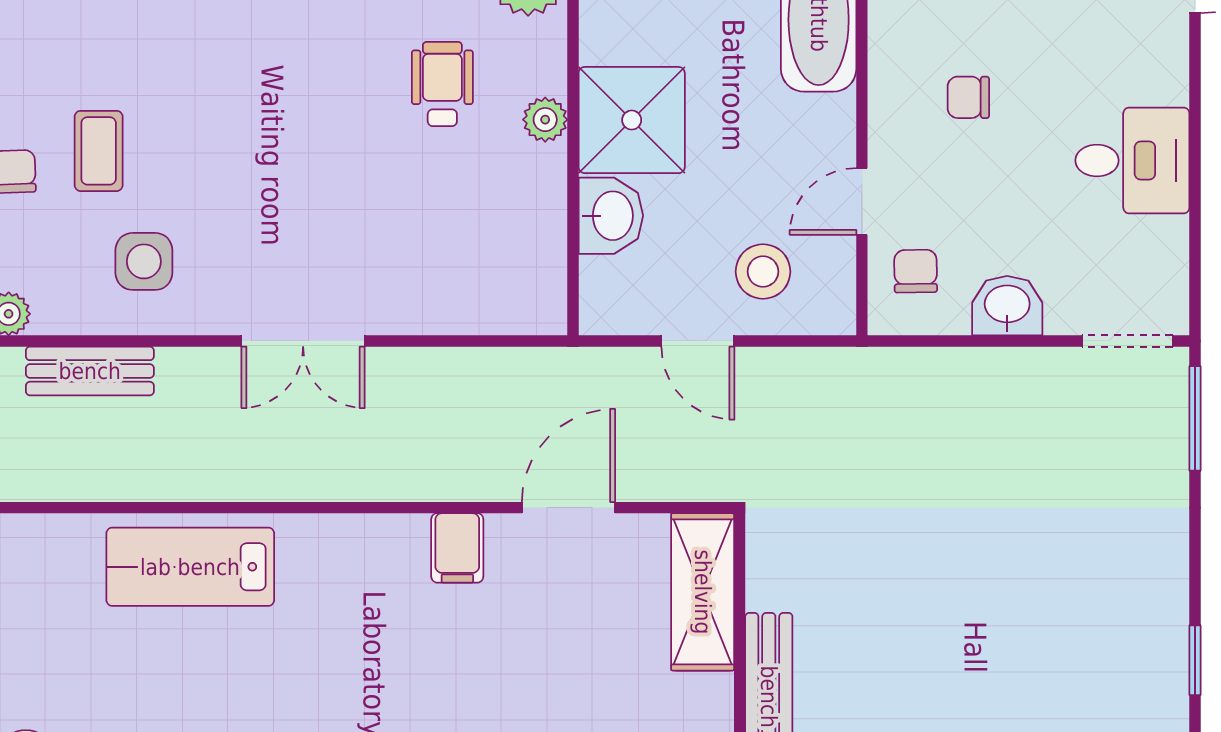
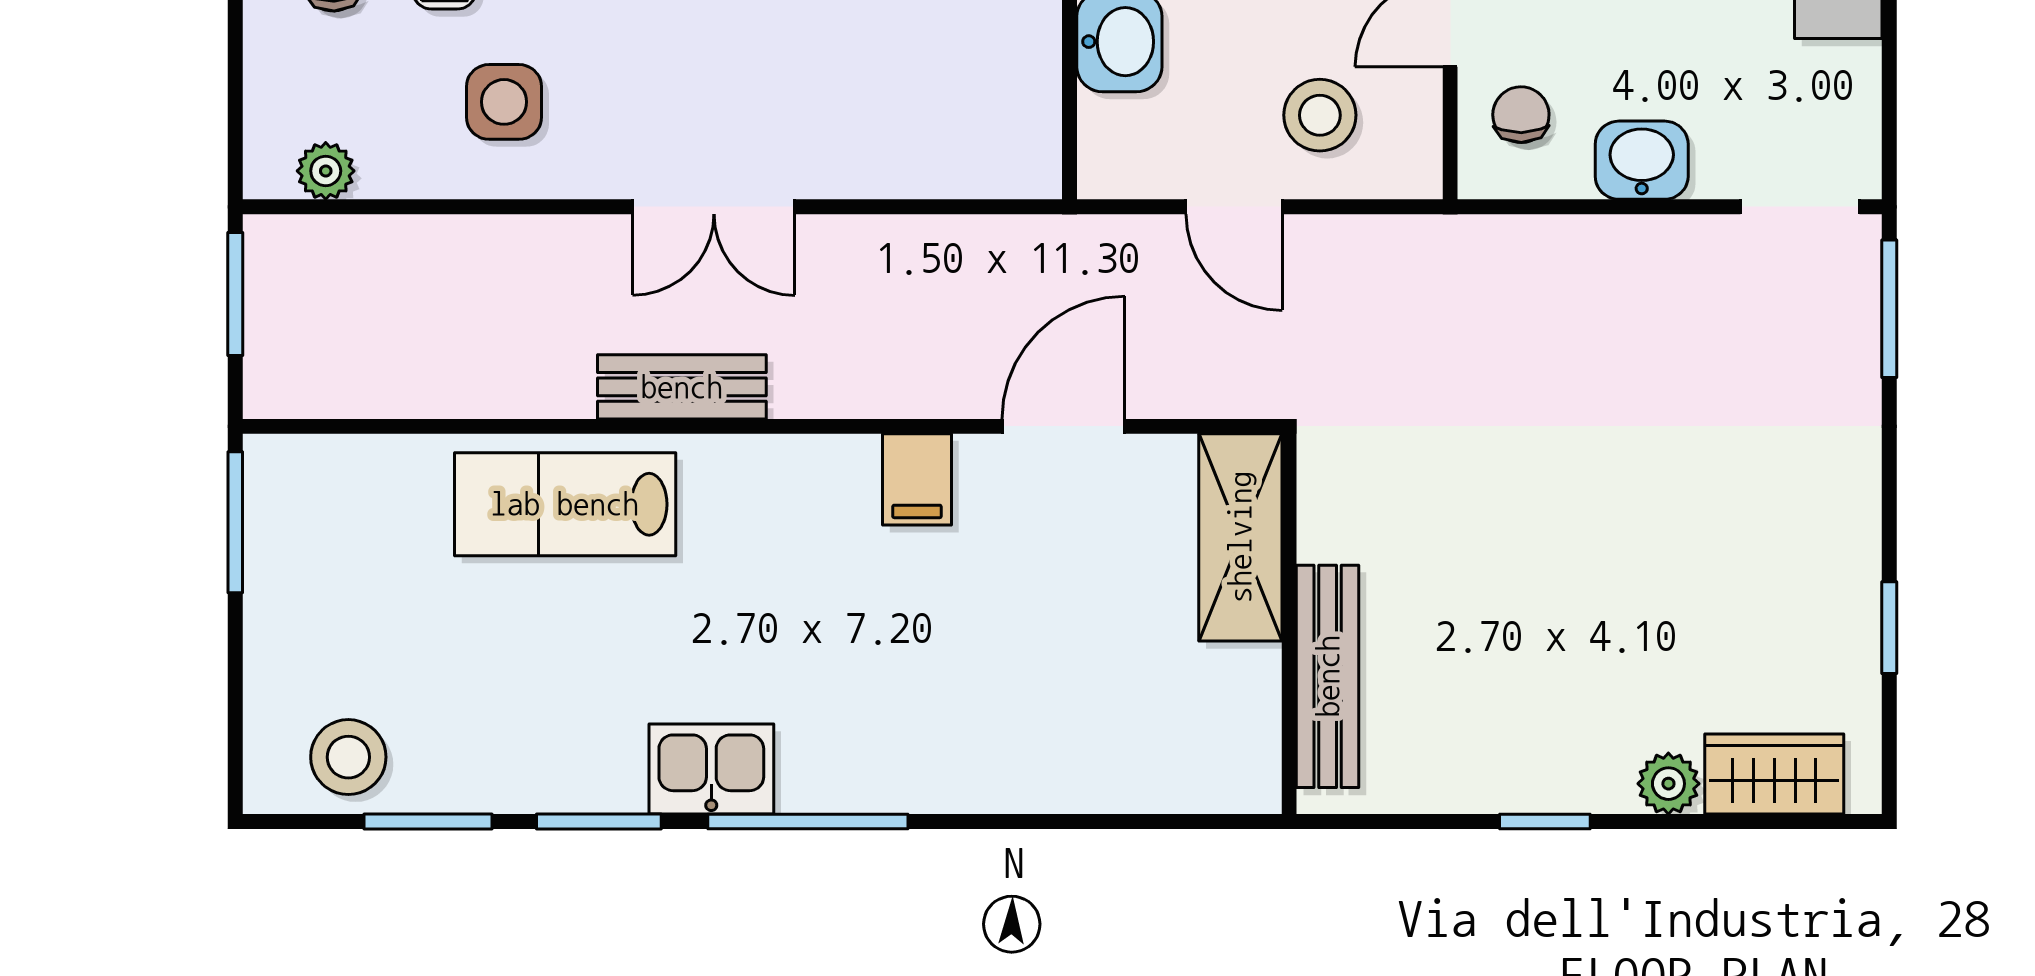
bench: (90, 371) -> (682, 387), moved

